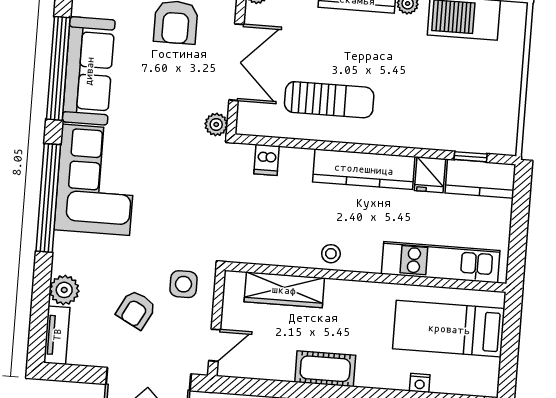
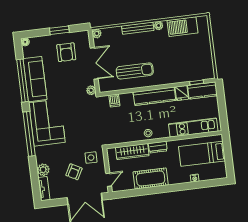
dresser: (347, 292) -> (158, 147), added
cot: (325, 369) -> (151, 178), width x1.37, depth x1.34

